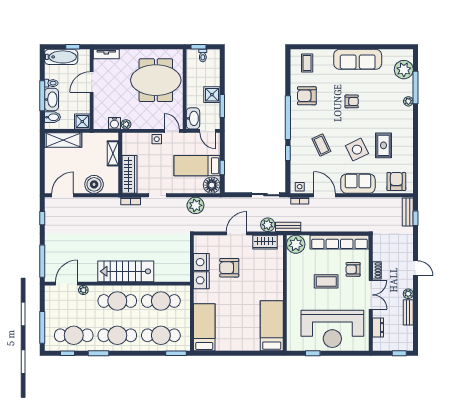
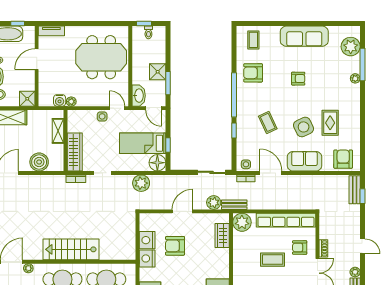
wardrobe: (265, 242) -> (222, 235), moved, turned 90

